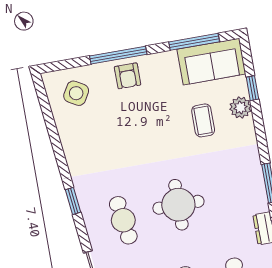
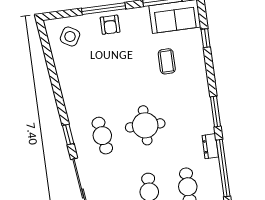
plant: (240, 108) -> (196, 53), removed
window: (73, 201) -> (68, 135), moved

